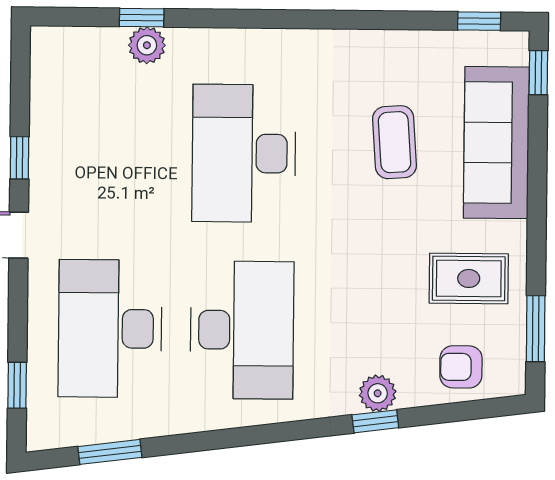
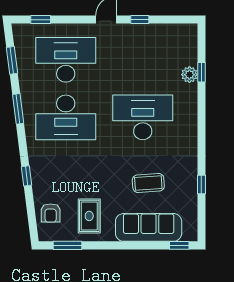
window: (479, 21) -> (201, 184), moved
armchair: (461, 367) -> (51, 213), turned 180
plant: (378, 393) -> (39, 177), removed
window: (221, 439) -> (18, 109), added

